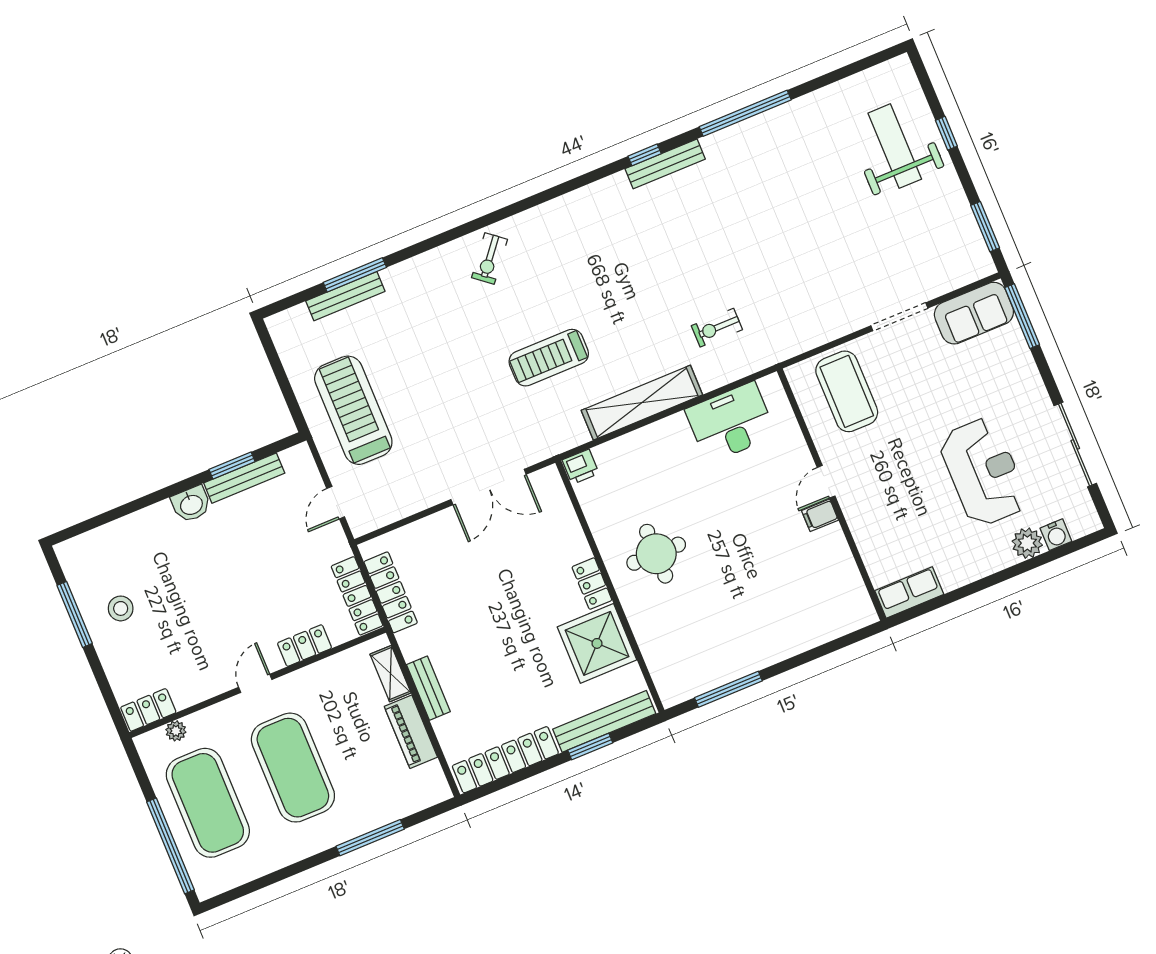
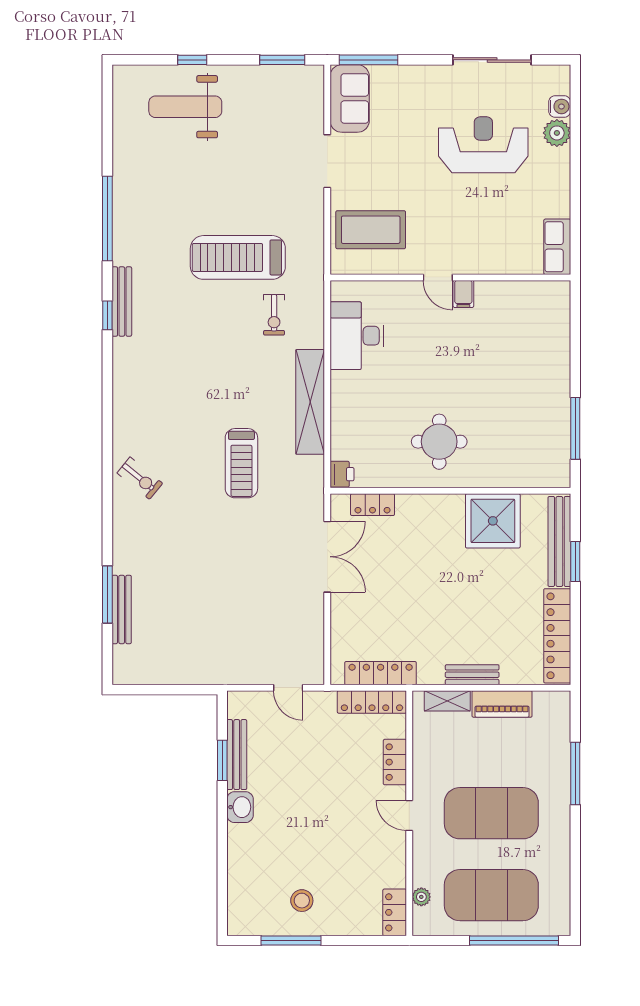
treadmill: (353, 410) -> (238, 257), moved
locker: (592, 584) -> (373, 505), moved

